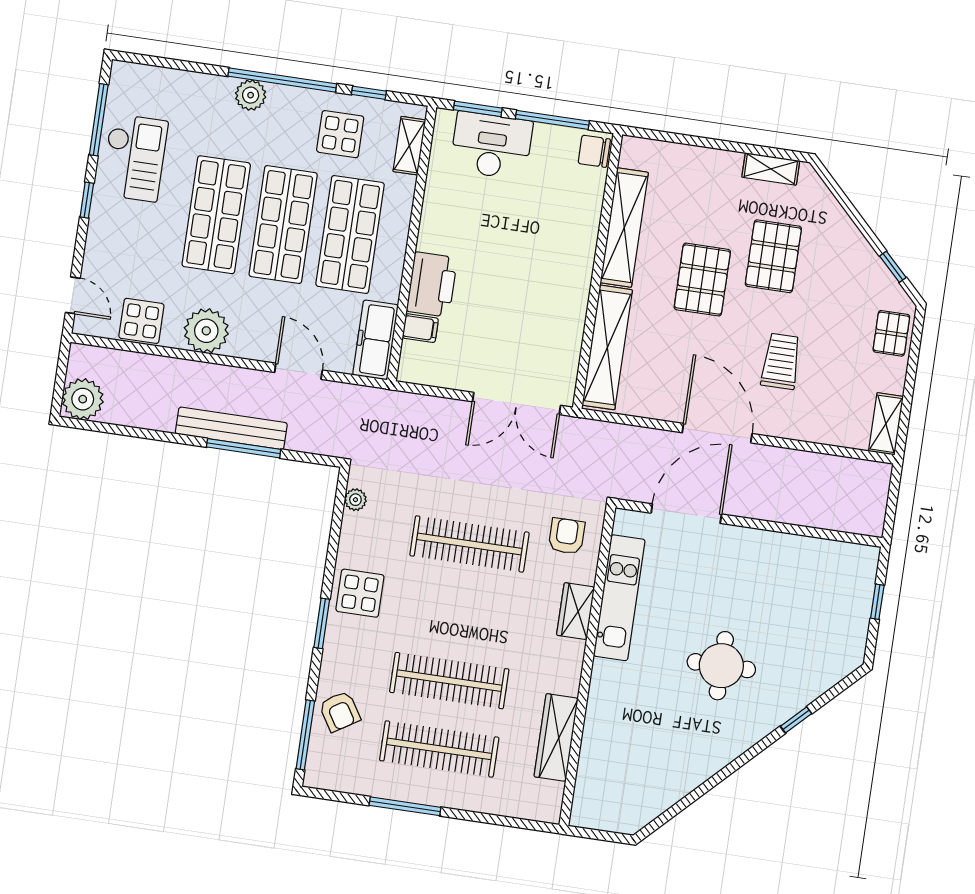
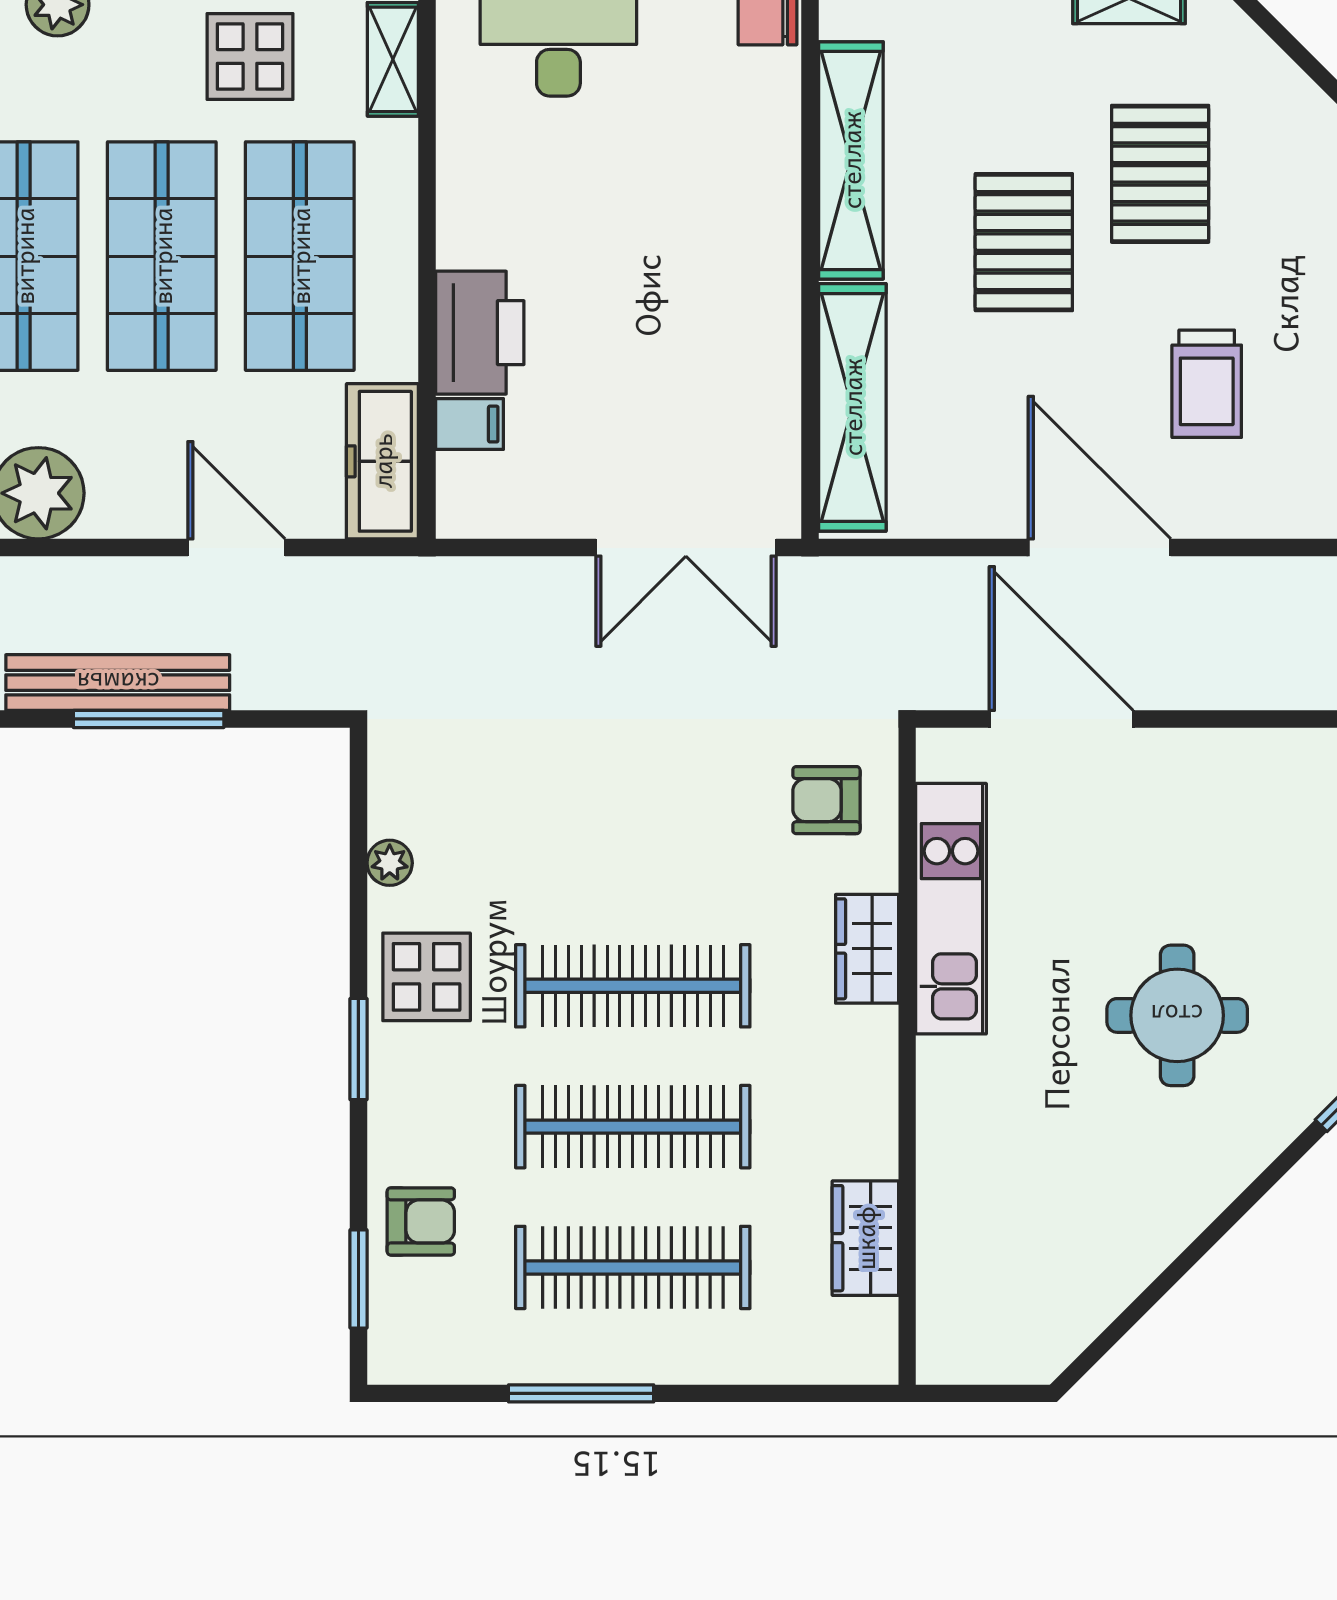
trolley: (781, 361) -> (1207, 384), turned 180
plant: (355, 500) -> (390, 863), moved
door: (686, 514) -> (1061, 719), hinge flipped
armchair: (567, 536) -> (826, 800), turned -90
clothes rail: (469, 544) -> (633, 986), moved
armchair: (340, 711) -> (421, 1221), turned -58
window: (305, 735) -> (358, 1279), width x0.69
wardrobe: (556, 737) -> (865, 1238), width x0.67

